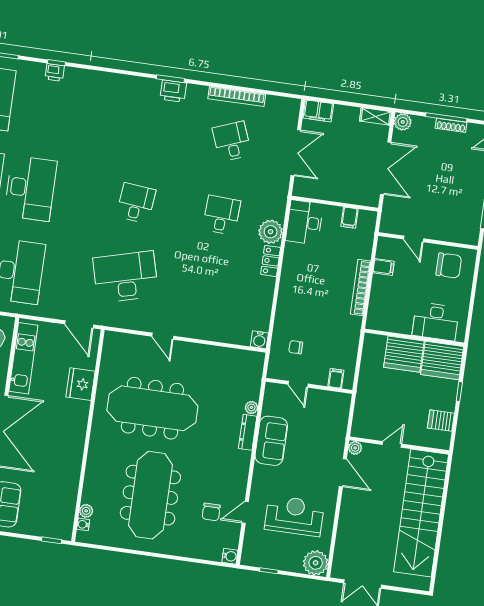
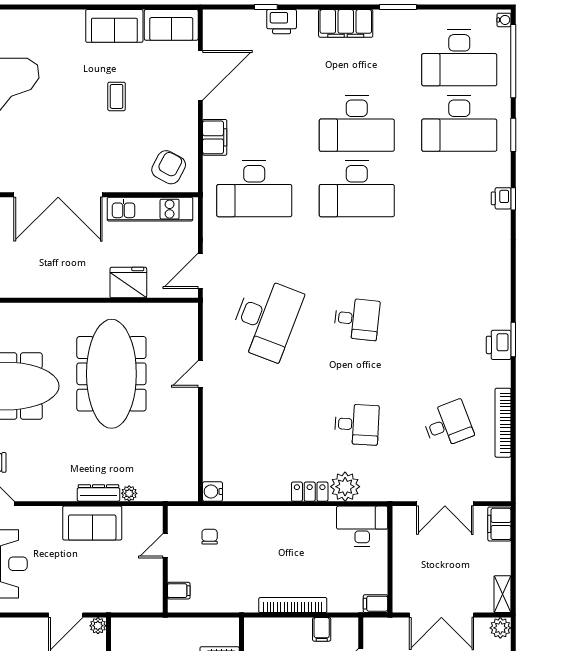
filing cabinet: (350, 218) -> (376, 604), moved
desk: (126, 277) -> (266, 319), turned 36

